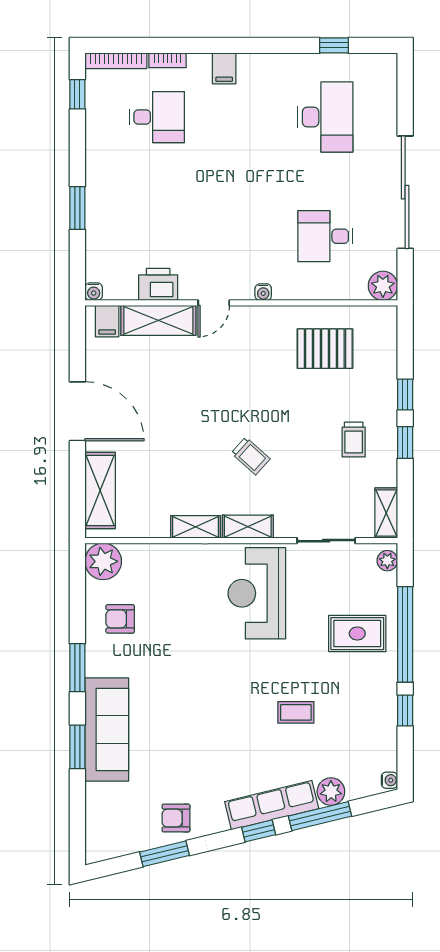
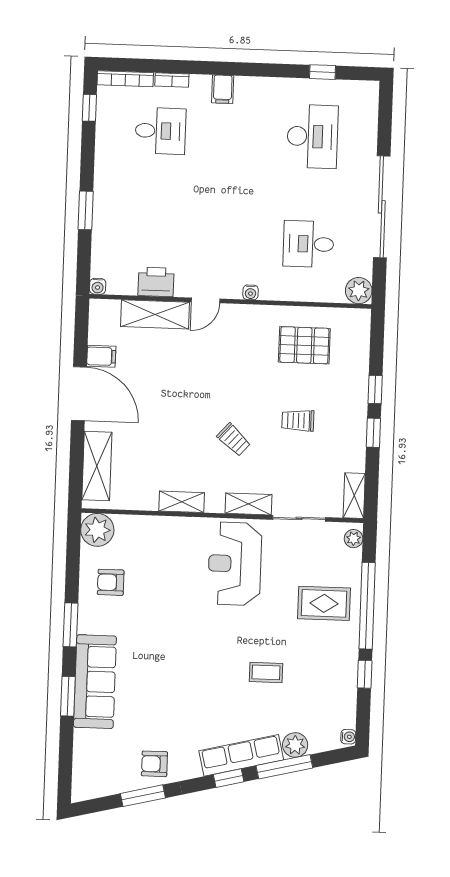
filing cabinet: (107, 321) -> (101, 356), moved, turned -90
trolley: (354, 440) -> (298, 420), moved, turned 90
shelving: (248, 527) -> (248, 504), moved

